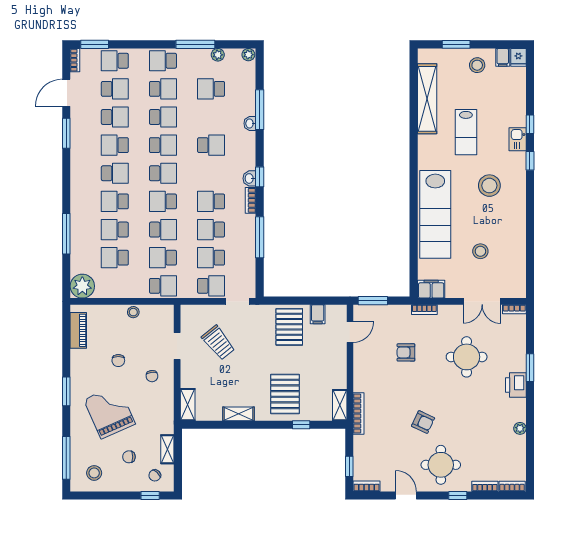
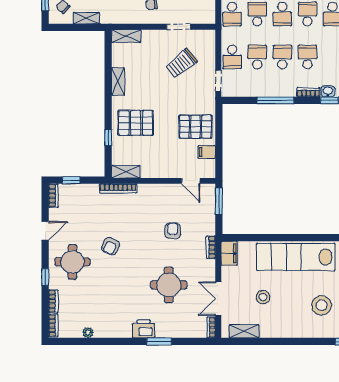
shelving: (519, 272) -> (244, 331), added
plant: (520, 428) -> (88, 333), moved

